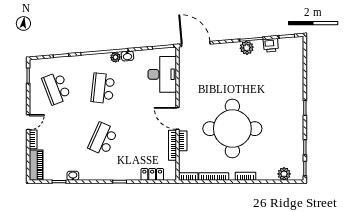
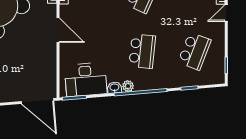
desk: (162, 74) -> (86, 80), moved, turned -95
school desk: (56, 88) -> (194, 51), turned 42
door: (178, 118) -> (58, 30), moved

